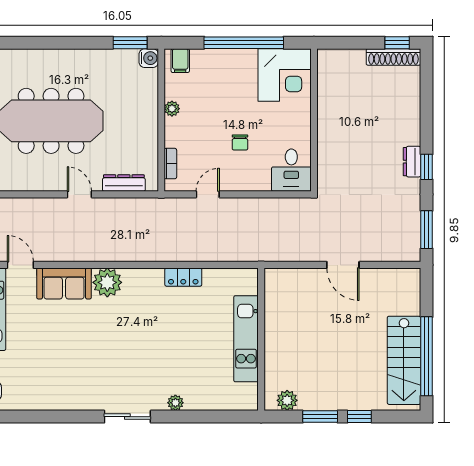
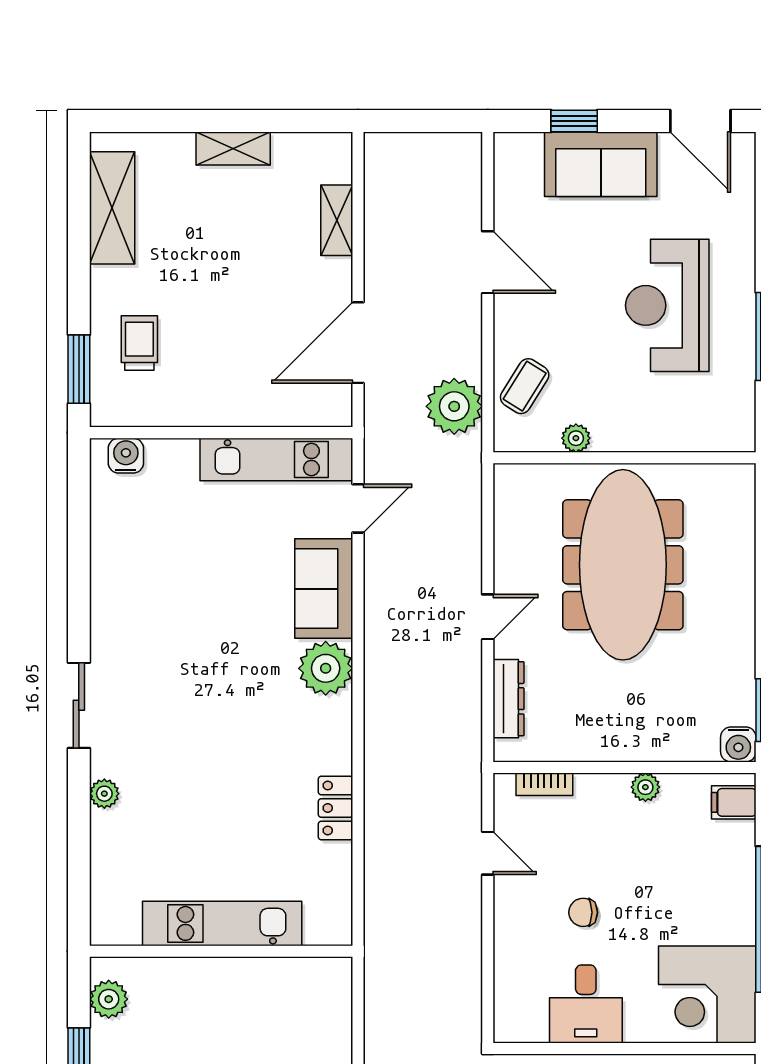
desk: (291, 170) -> (586, 1004), moved, turned -90

